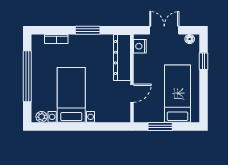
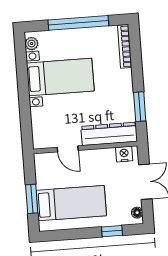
window: (88, 30) -> (140, 107), moved
bookcase: (56, 39) -> (125, 46), width x1.56
window: (160, 126) -> (32, 199), moved

